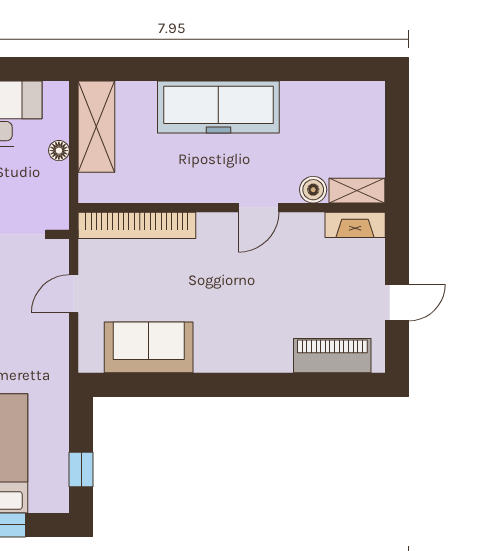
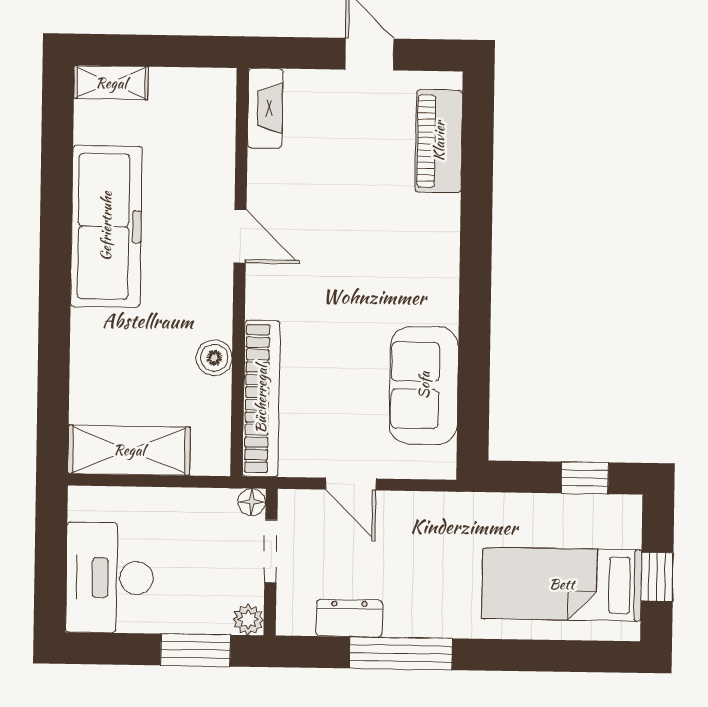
freezer: (218, 107) -> (106, 226), moved
floor lamp: (59, 151) -> (252, 502), moved
boiler: (313, 190) -> (214, 358), moved
shelving: (357, 191) -> (111, 83), moved, turned 90

